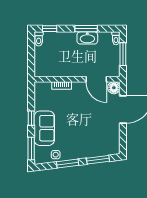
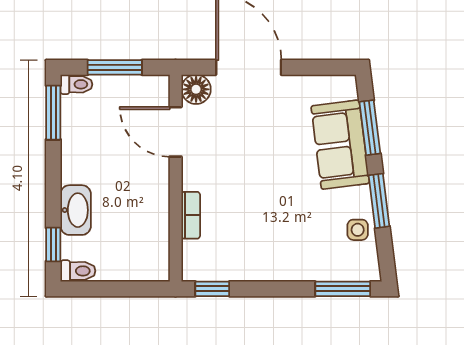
window: (86, 29) -> (53, 113), moved
washbasin: (87, 38) -> (76, 210), moved
door: (96, 79) -> (176, 132), swing flipped
window: (31, 118) -> (212, 289), moved
sofa: (44, 128) -> (340, 145), moved, turned -97

